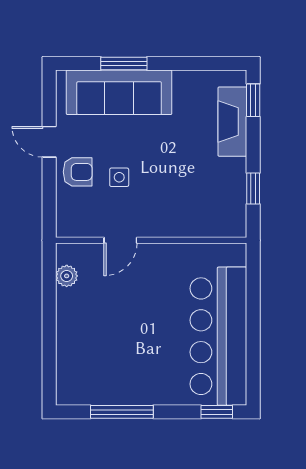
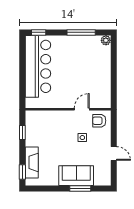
sofa: (119, 92) -> (76, 176), width x0.73
armchair: (78, 172) -> (99, 121), moved
plant: (67, 276) -> (106, 40), moved

